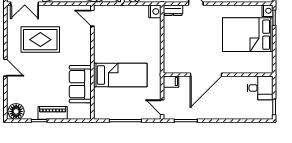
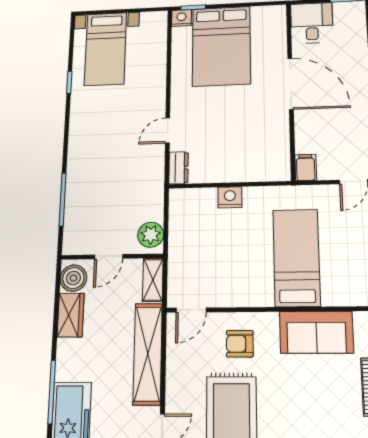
nightstand: (155, 11) -> (230, 197), moved
armchair: (75, 44) -> (240, 344), added
door: (206, 75) -> (291, 84), moved

